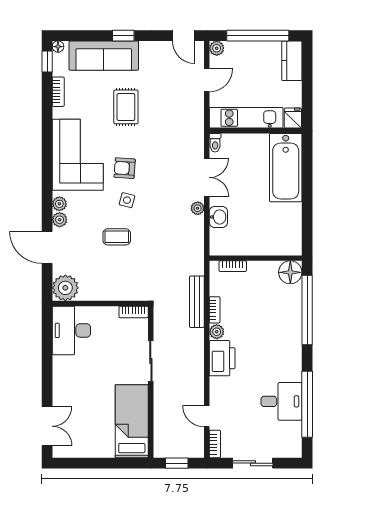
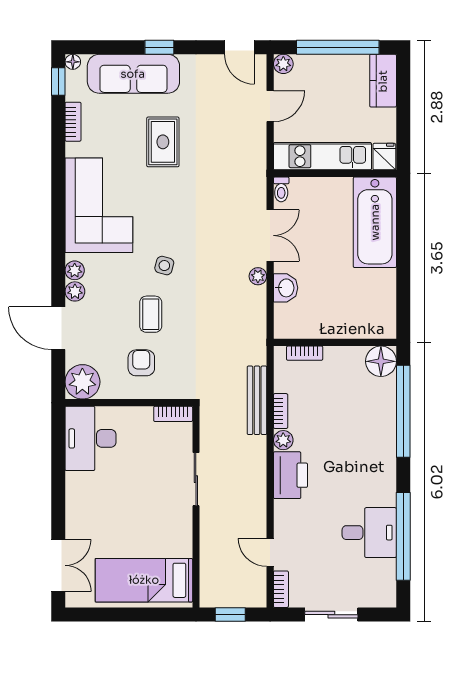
armchair: (125, 168) -> (141, 363), moved, turned 86
coffee table: (117, 237) -> (151, 314), turned 90
bed: (132, 421) -> (144, 580), moved, turned -90

